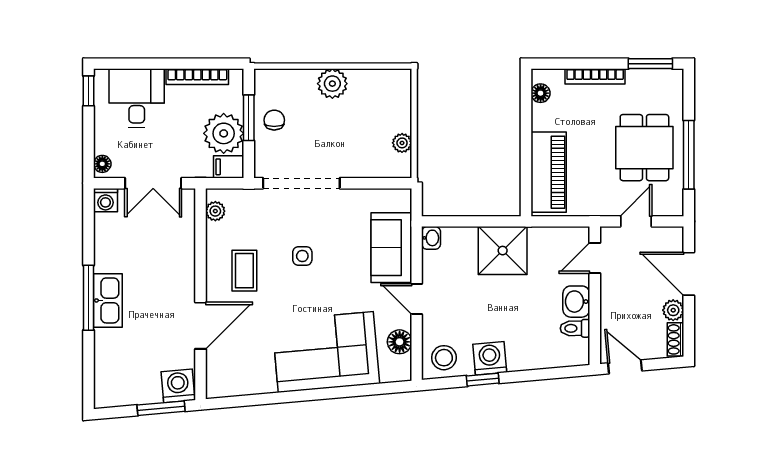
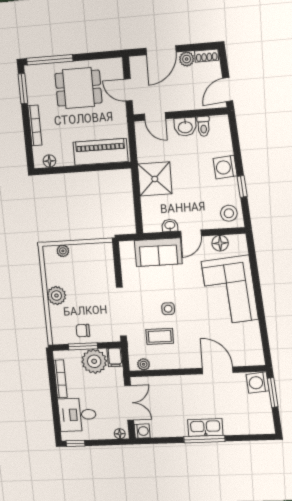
plant: (402, 143) -> (63, 251), moved
window: (689, 155) -> (50, 60), moved
washbasin: (431, 238) -> (170, 225), moved
coffee table: (244, 271) -> (160, 336), moved
washing machine: (490, 358) -> (225, 167), moved

